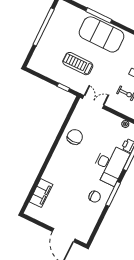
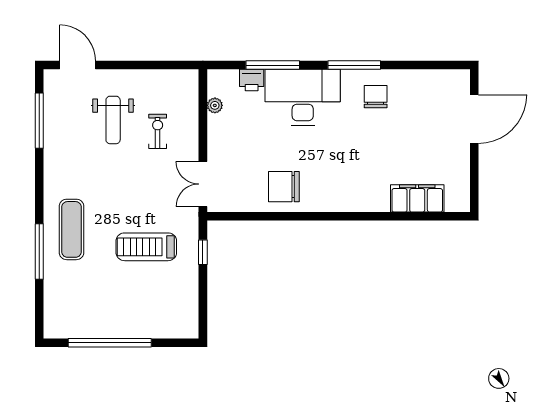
exercise mat: (101, 34) -> (72, 229), width x0.50, depth x0.69
treadmill: (78, 64) -> (146, 247), turned 90

